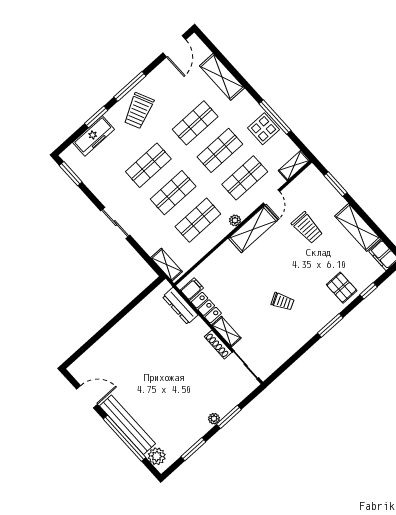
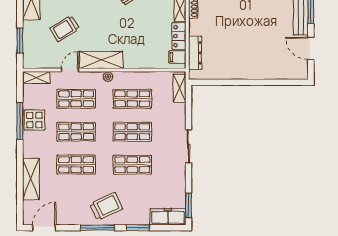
freezer: (94, 136) -> (168, 217), moved
trolley: (307, 228) -> (65, 29), turned -121

